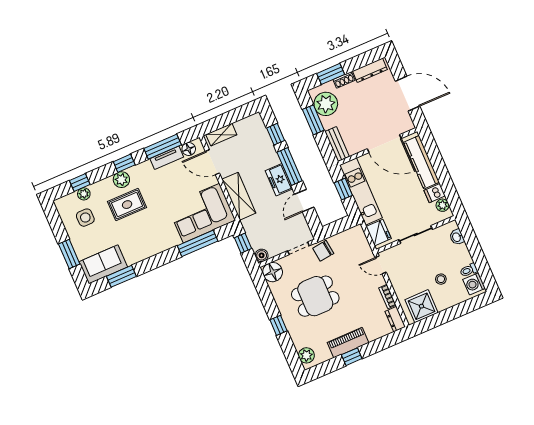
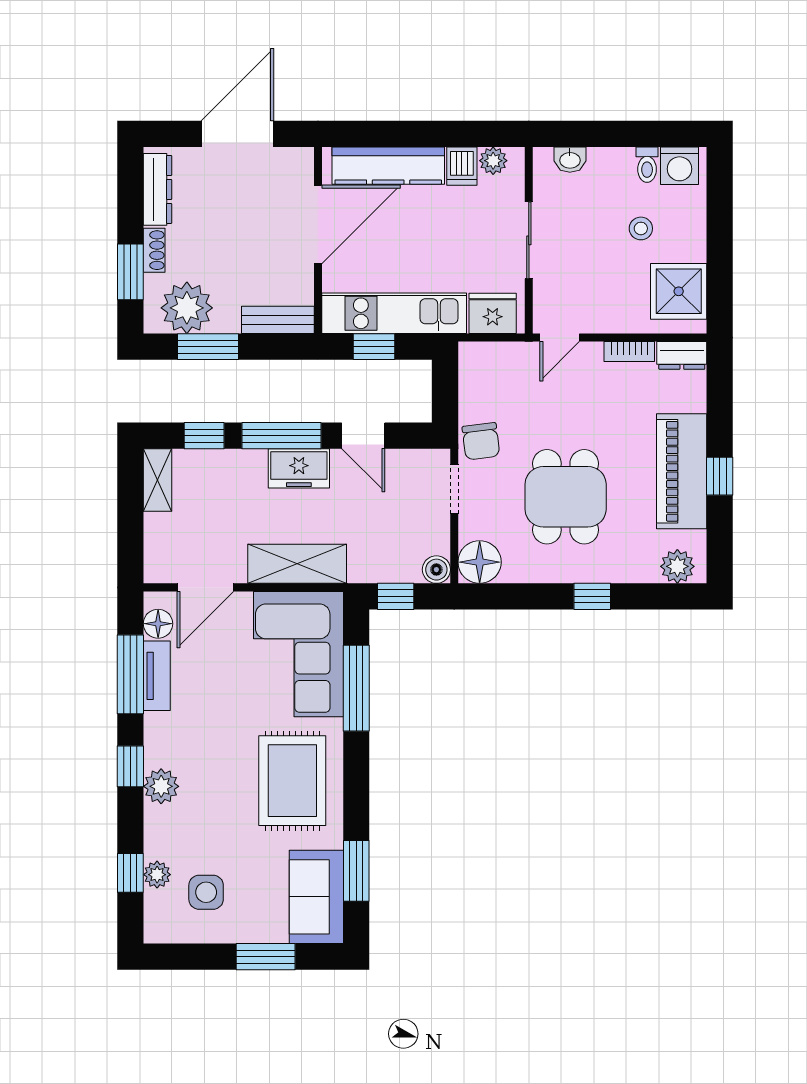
shelving: (221, 135) -> (158, 480), moved
rug: (127, 205) -> (292, 781), moved, width x1.36, depth x1.43
piano: (348, 343) -> (682, 471), width x1.37, depth x1.33

